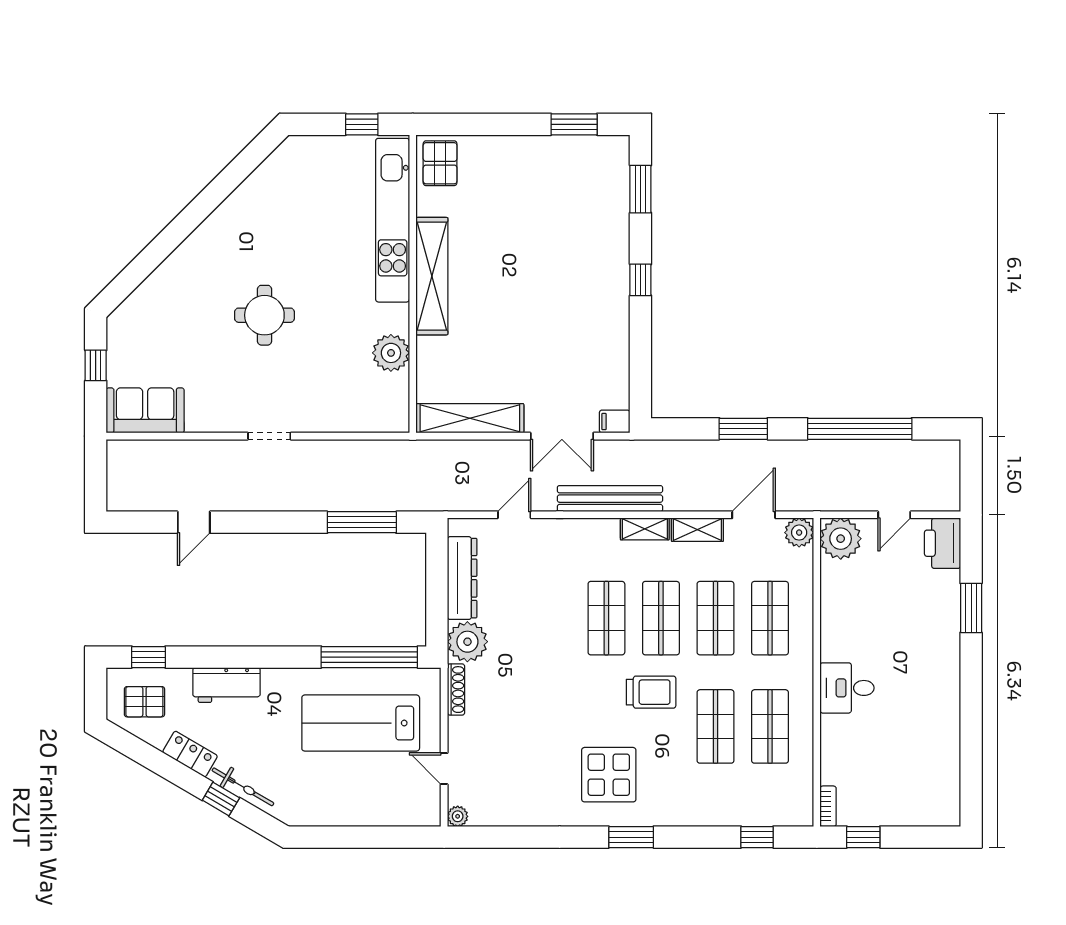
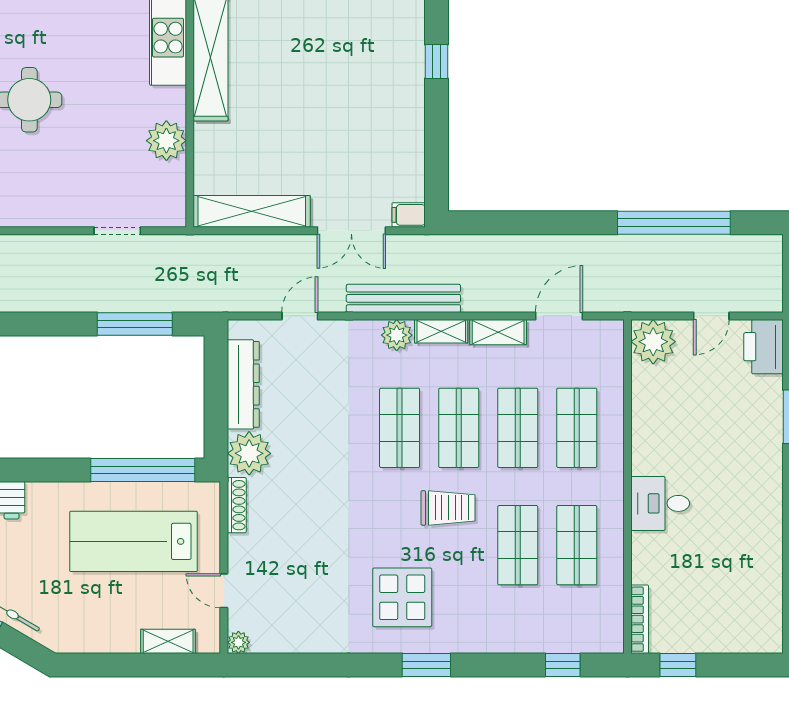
window: (743, 429) -> (548, 223), removed
doorway: (269, 436) -> (117, 231), moved
plant: (799, 533) -> (397, 335), moved
bookcase: (828, 806) -> (640, 619), width x1.56
shelving: (393, 815) -> (168, 641), added

